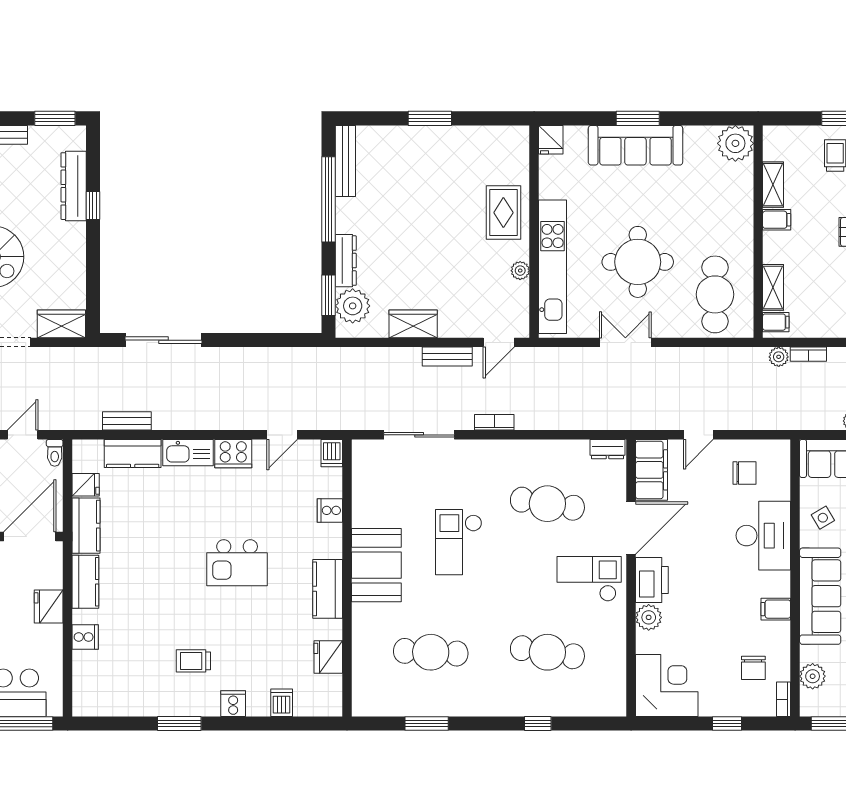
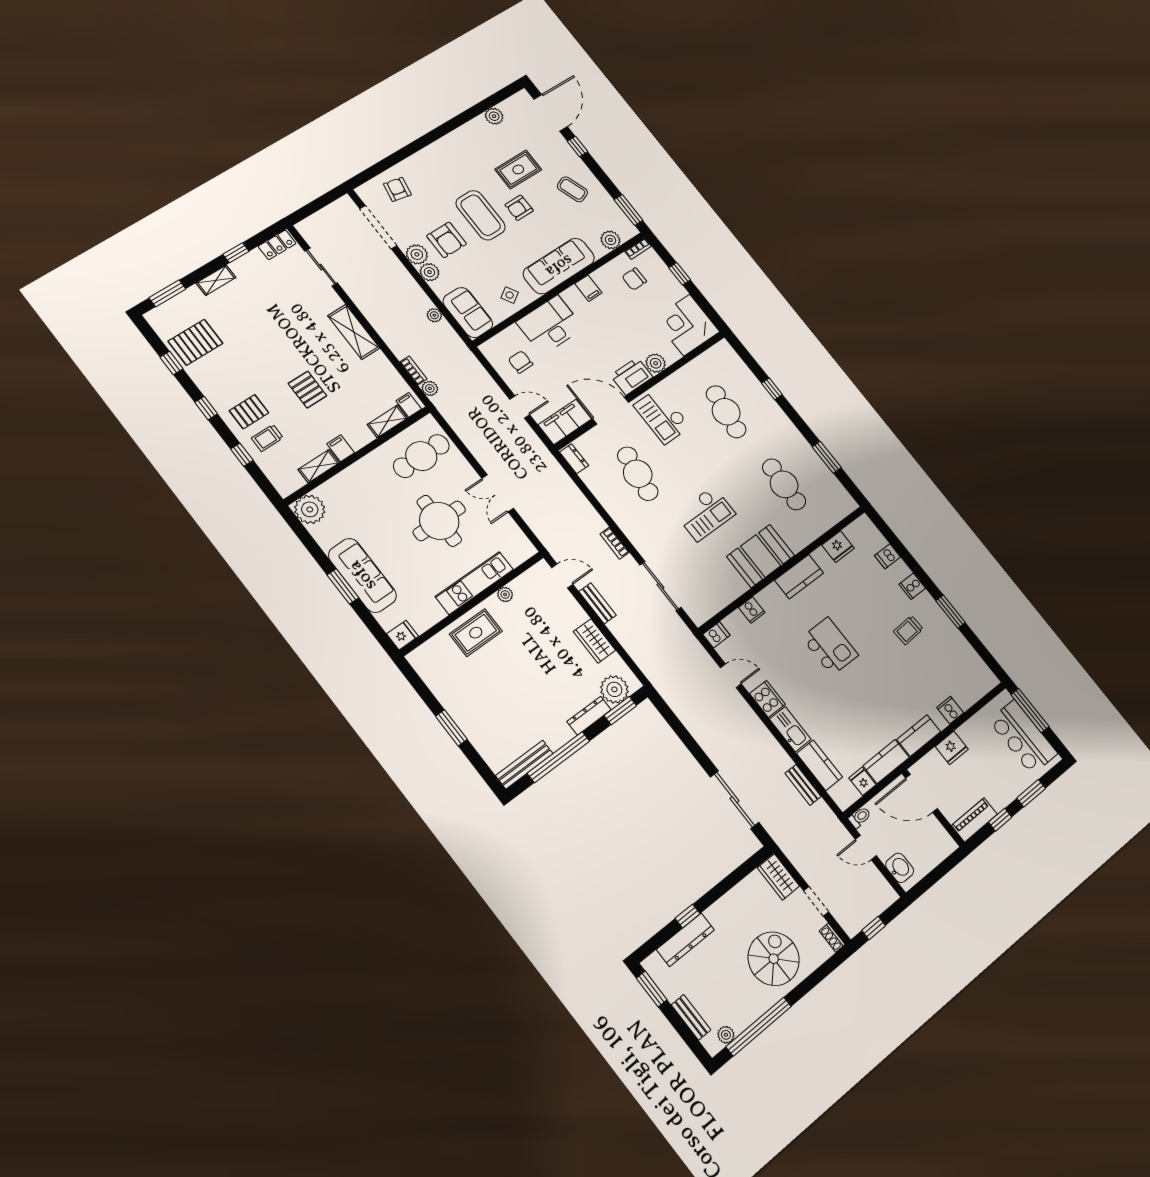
kitchen unit: (553, 267) -> (474, 583), width x0.73
trolley: (193, 661) -> (908, 630), turned 87
chair: (753, 668) -> (634, 279), turned 180

